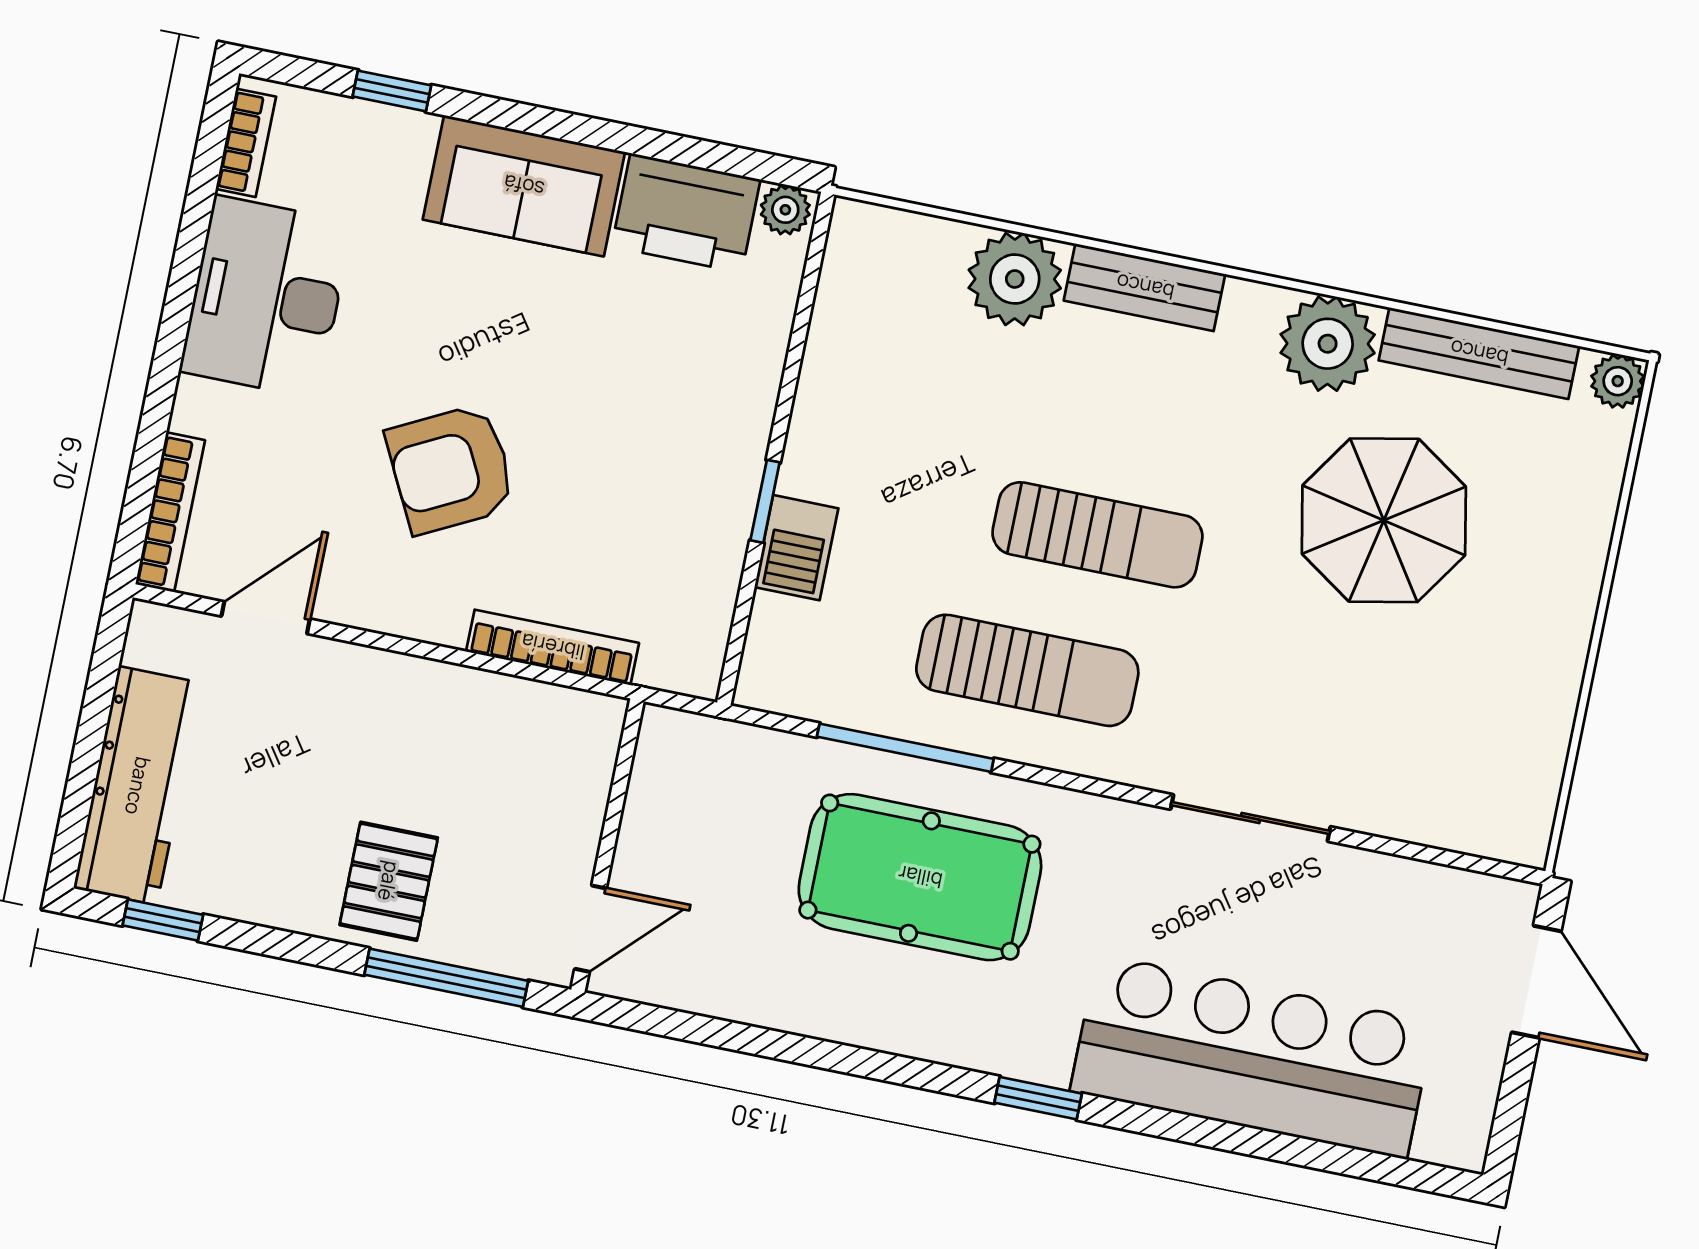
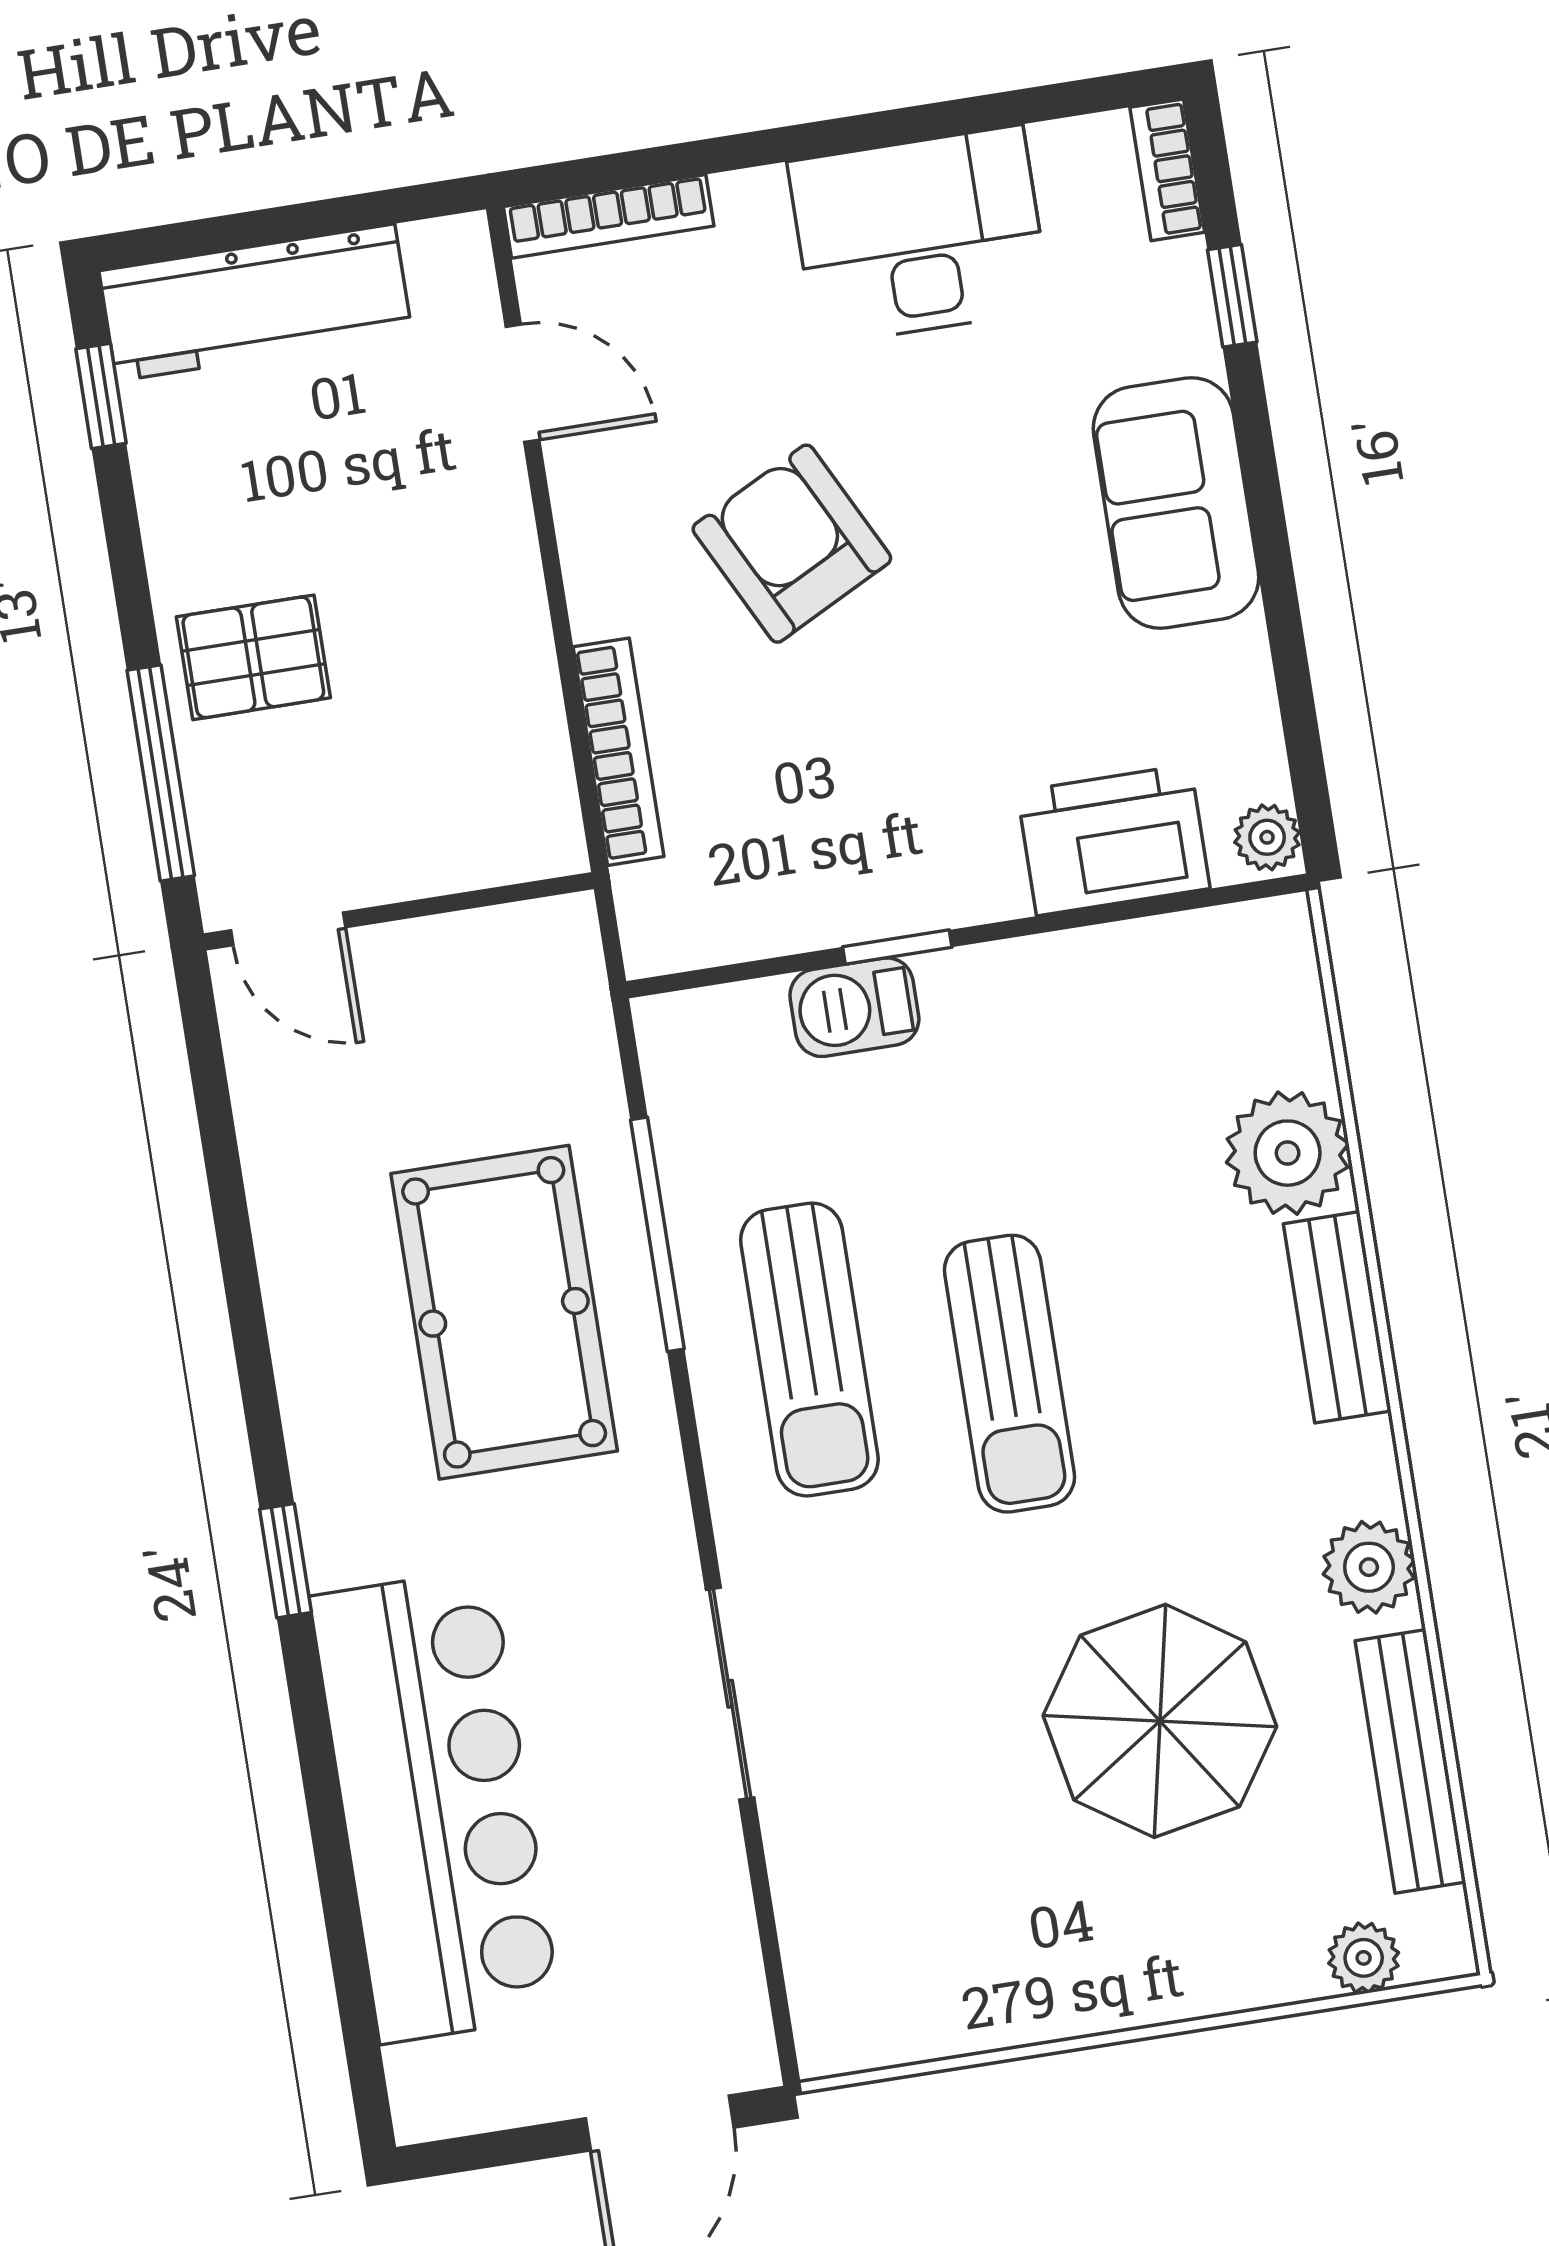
bookcase: (246, 143) -> (1167, 170), moved, turned 90
printer: (686, 213) -> (1113, 840), moved, turned 90
plant: (1328, 344) -> (1369, 1567), width x0.73, depth x0.73
plant: (1618, 381) -> (1364, 1958), moved

